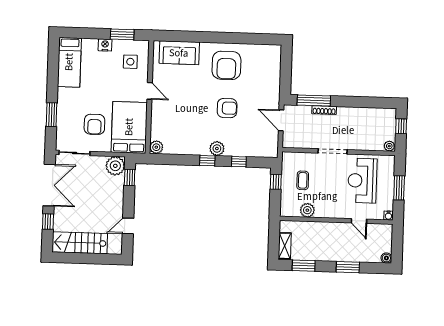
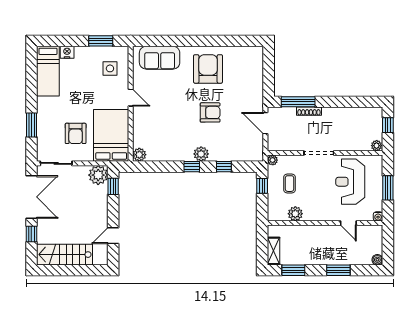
nightstand: (105, 45) -> (67, 52), moved
armchair: (226, 65) -> (208, 69), turned 180
plant: (287, 157) -> (273, 160), added

